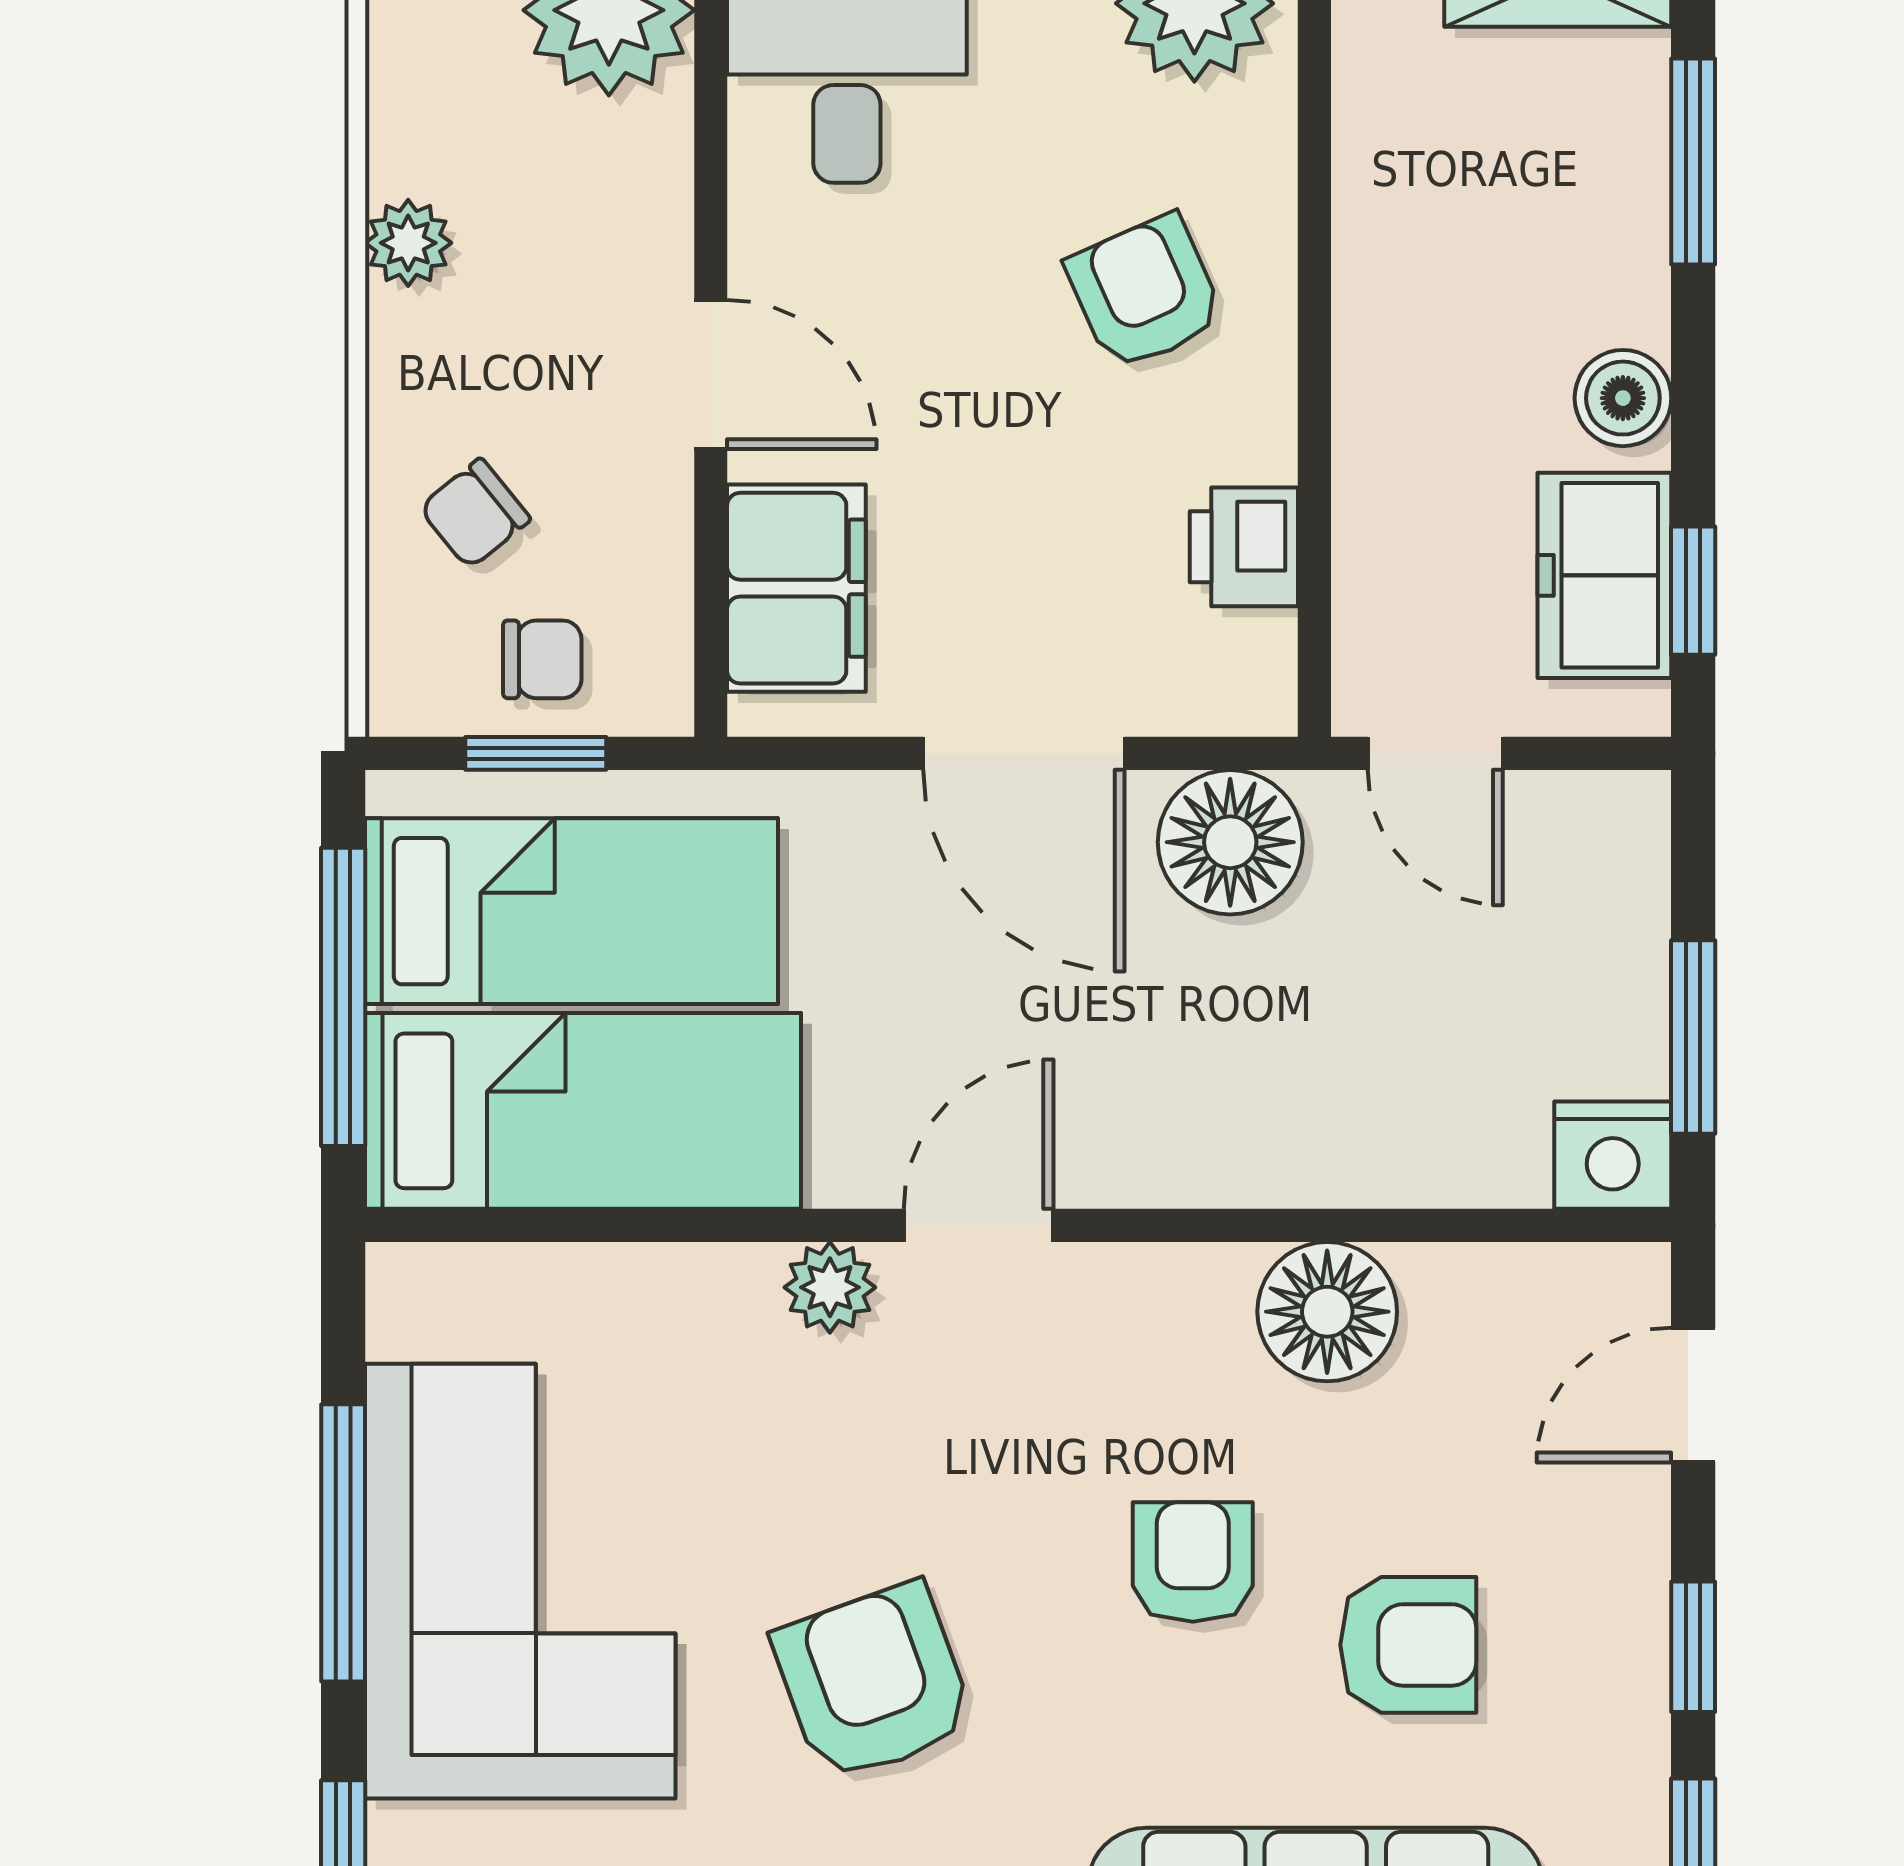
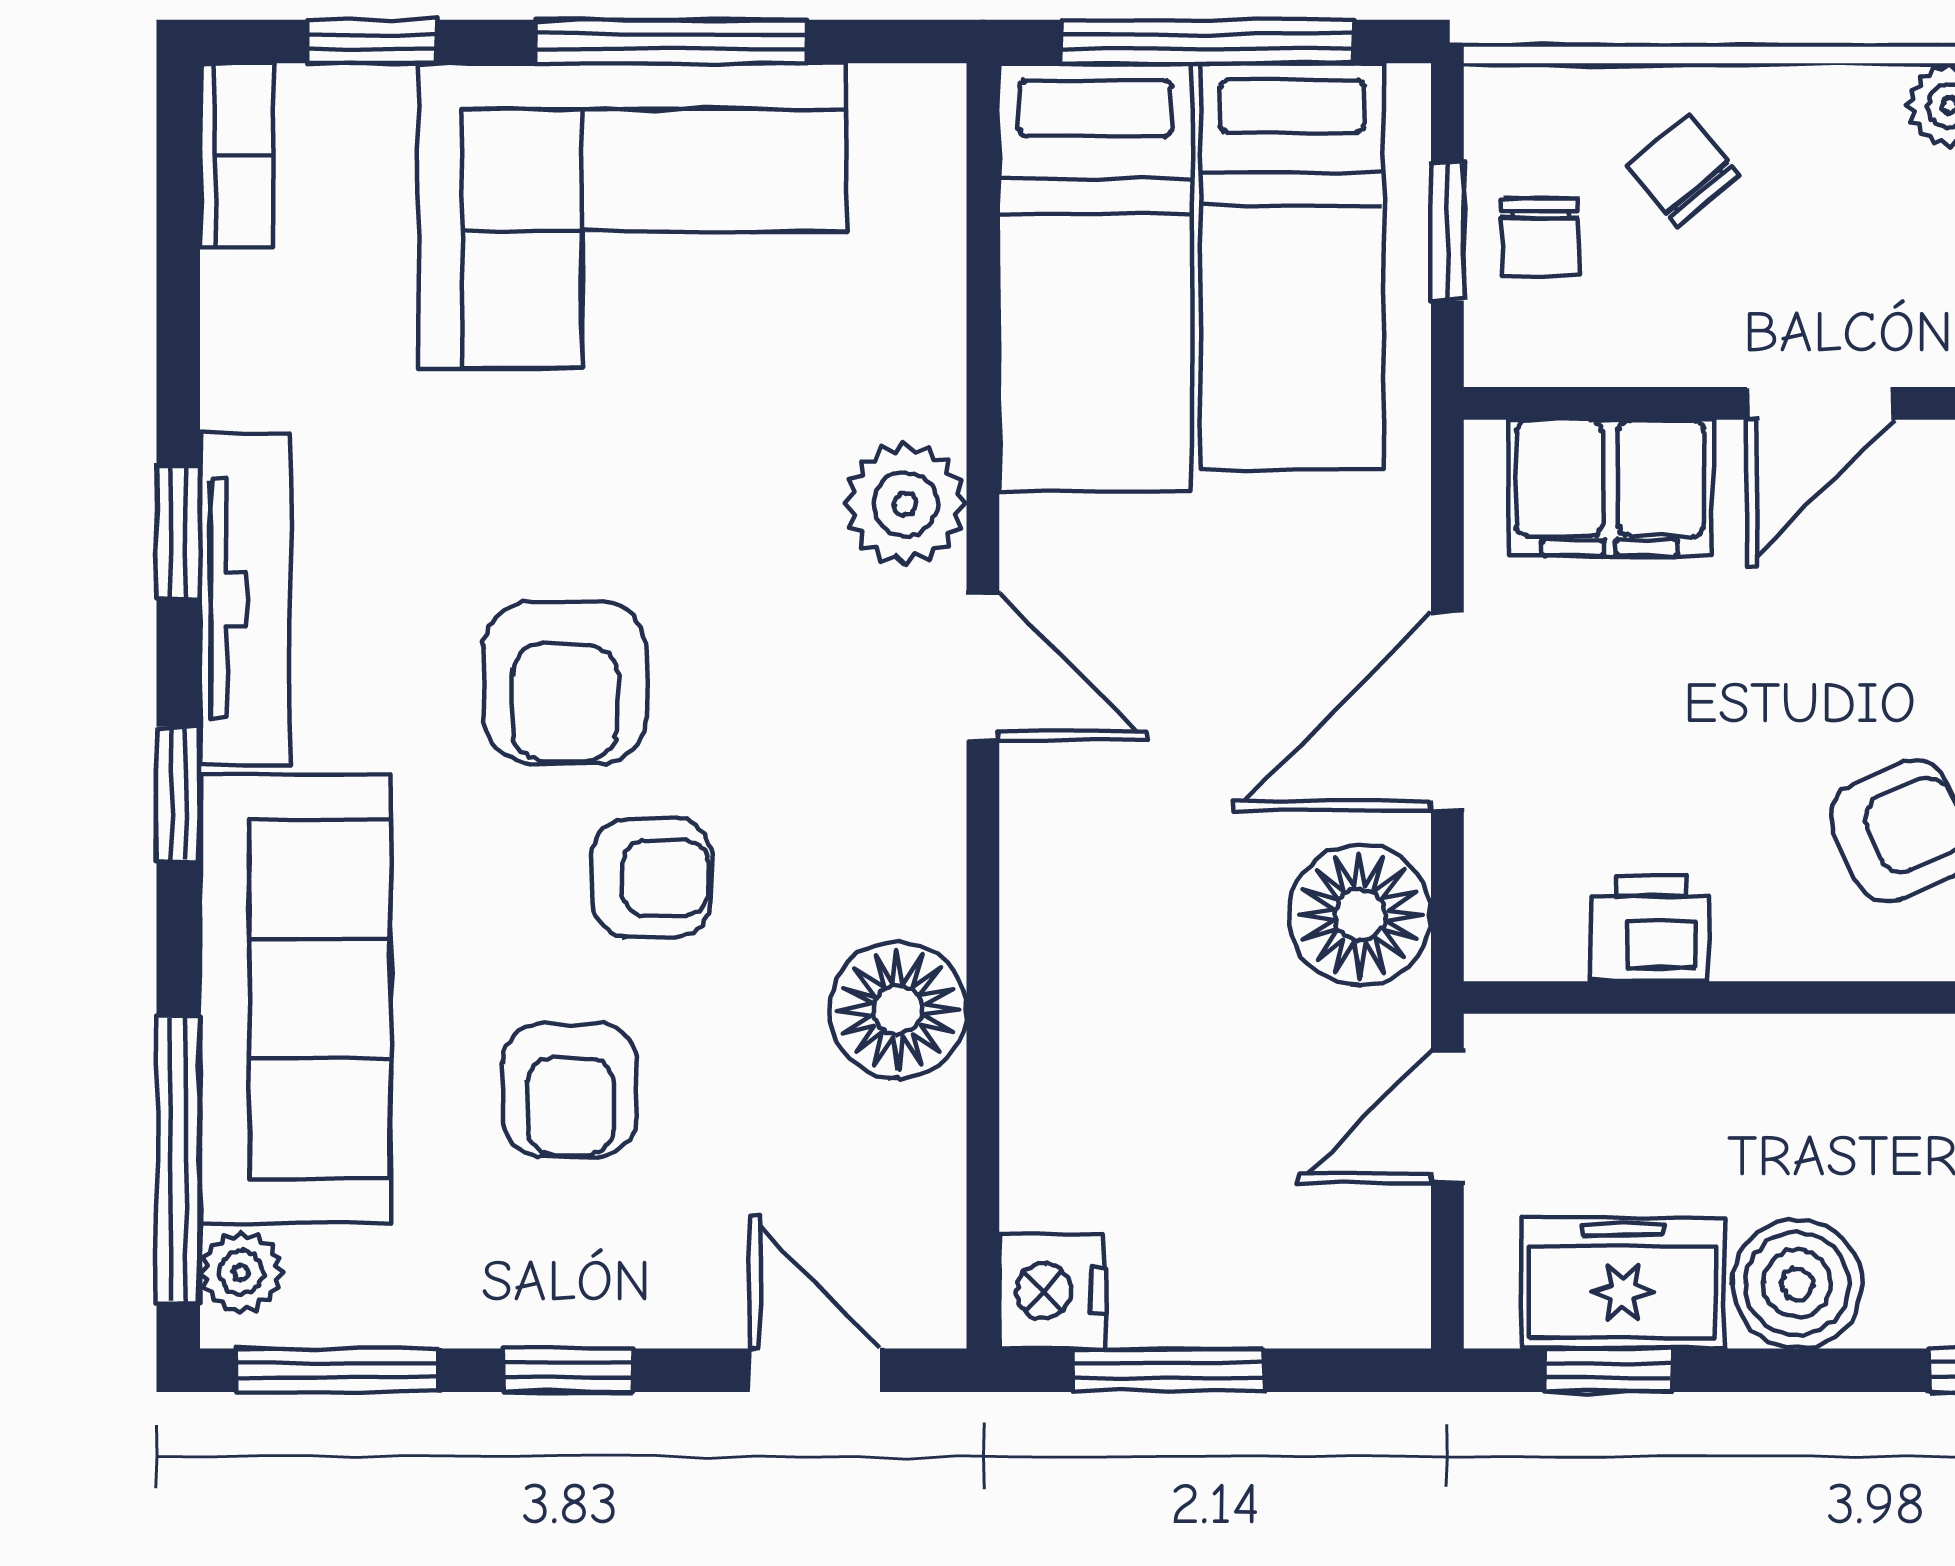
boiler: (1623, 398) -> (1797, 1284), width x1.36, depth x1.36
plant: (830, 1287) -> (905, 504), width x1.38, depth x1.38
armchair: (873, 1682) -> (565, 683), moved, turned 110

